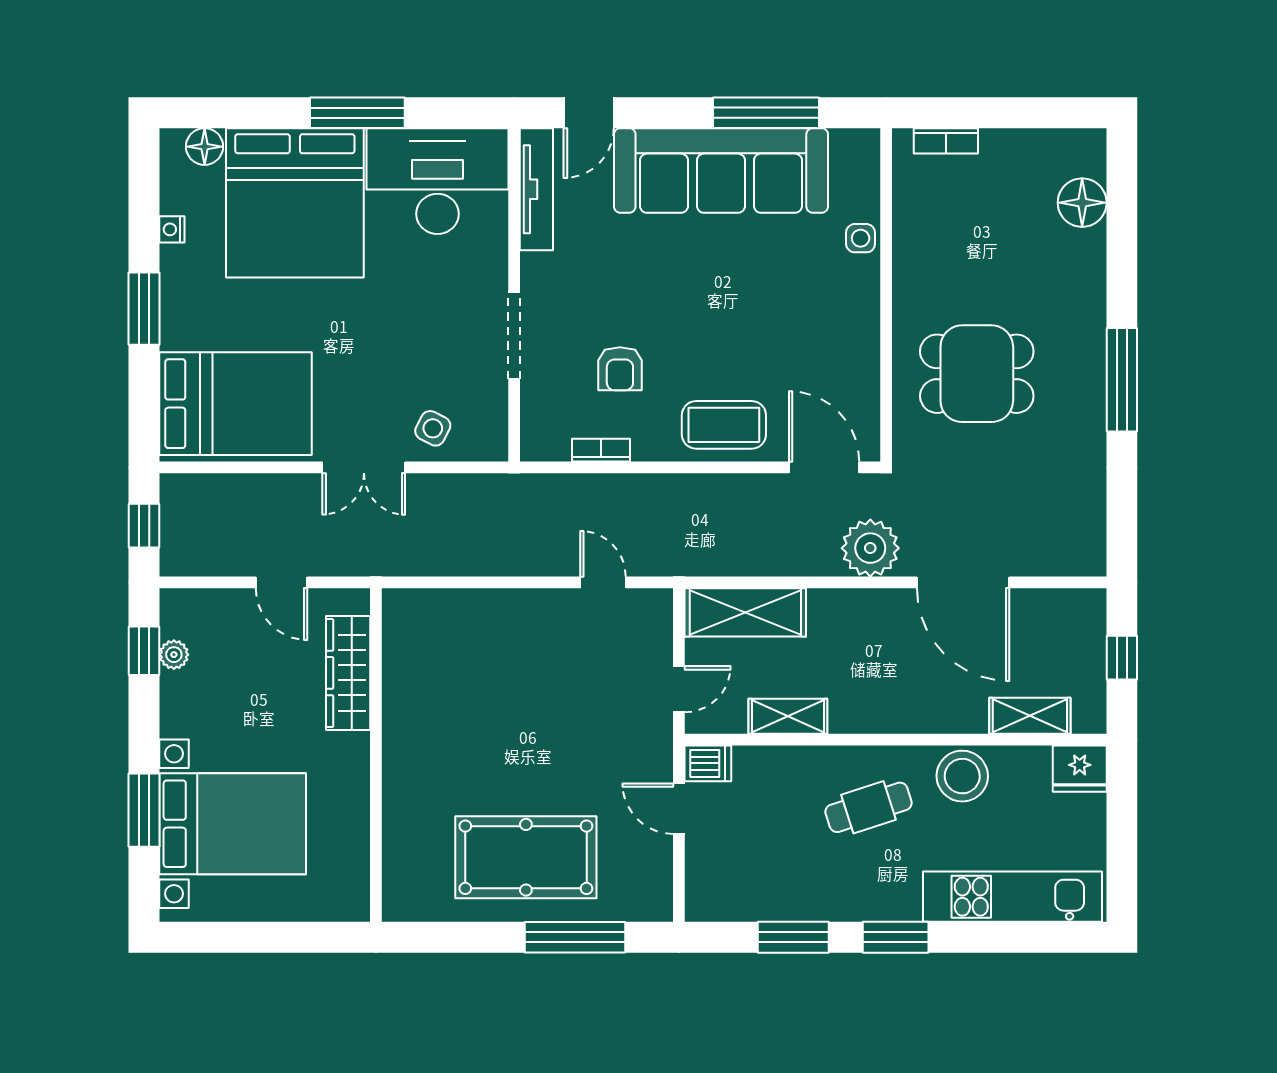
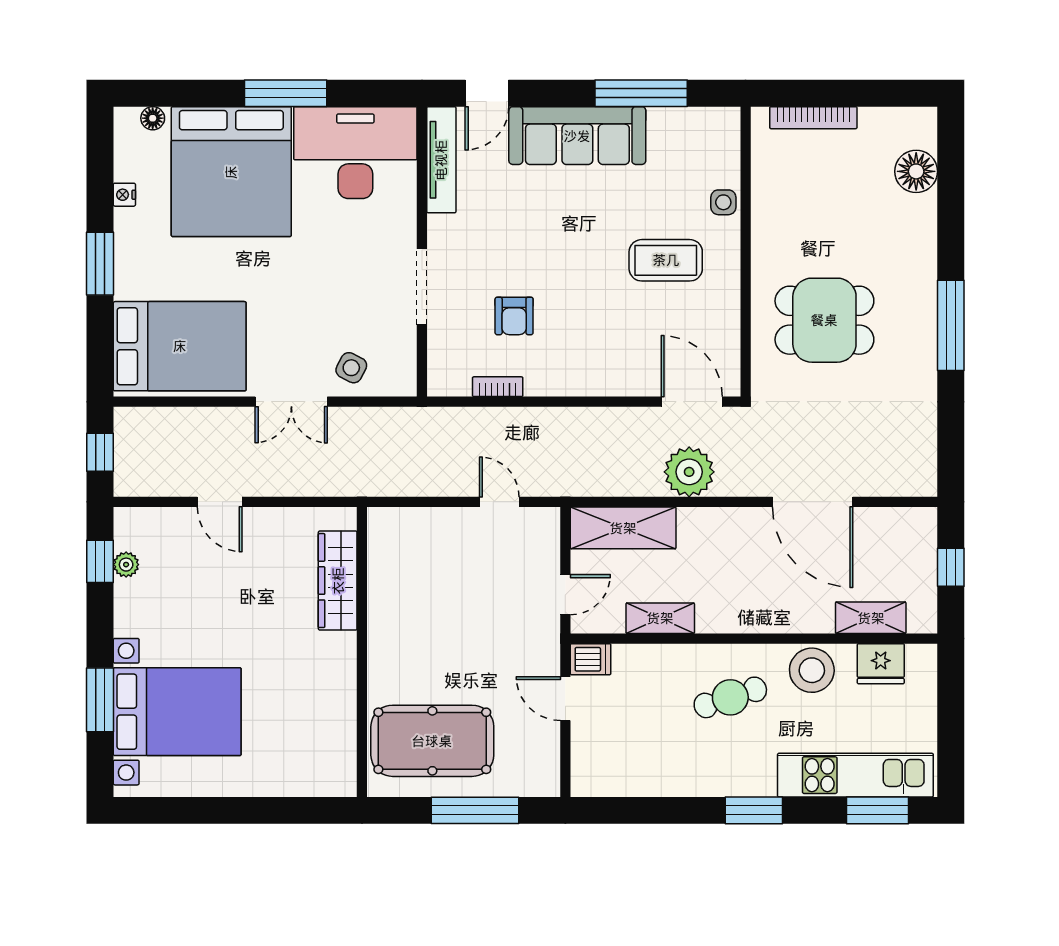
bookcase: (946, 141) -> (813, 118), width x1.56
floor lamp: (205, 147) -> (153, 118), width x0.73, depth x0.73
sofa: (721, 170) -> (577, 136), width x0.74, depth x0.79
coffee table: (724, 425) -> (666, 260), moved
plant: (870, 548) -> (689, 472), moved
wardrobe: (348, 673) -> (338, 581), moved
wall: (376, 755) -> (362, 652), moved
fridge: (1080, 769) -> (881, 664), moved
window: (793, 937) -> (877, 810), moved

